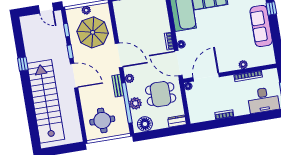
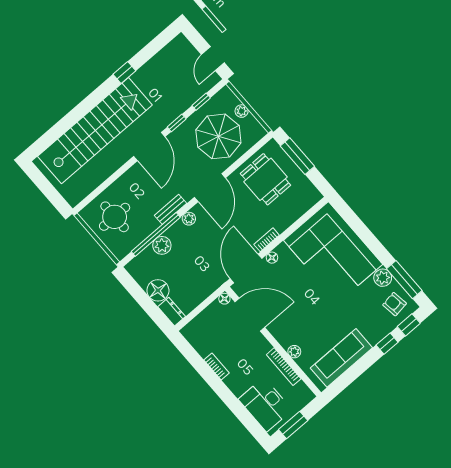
sofa: (261, 26) -> (341, 358), moved
dining table: (161, 94) -> (265, 179), moved
floor lamp: (145, 124) -> (158, 290), moved

